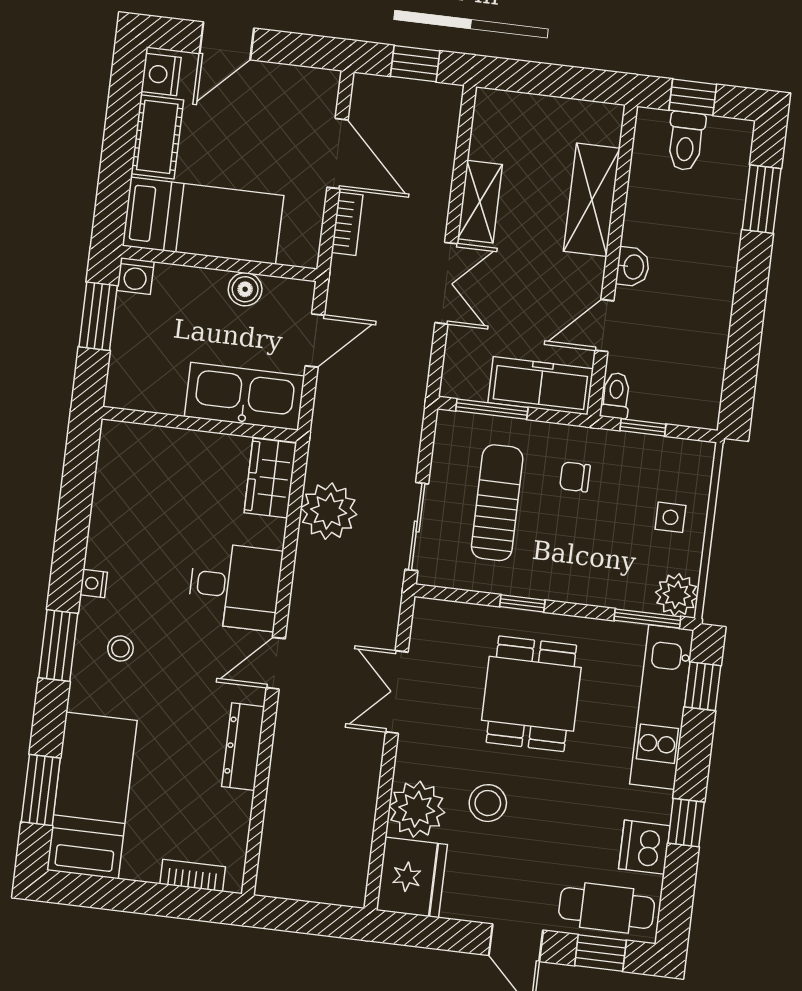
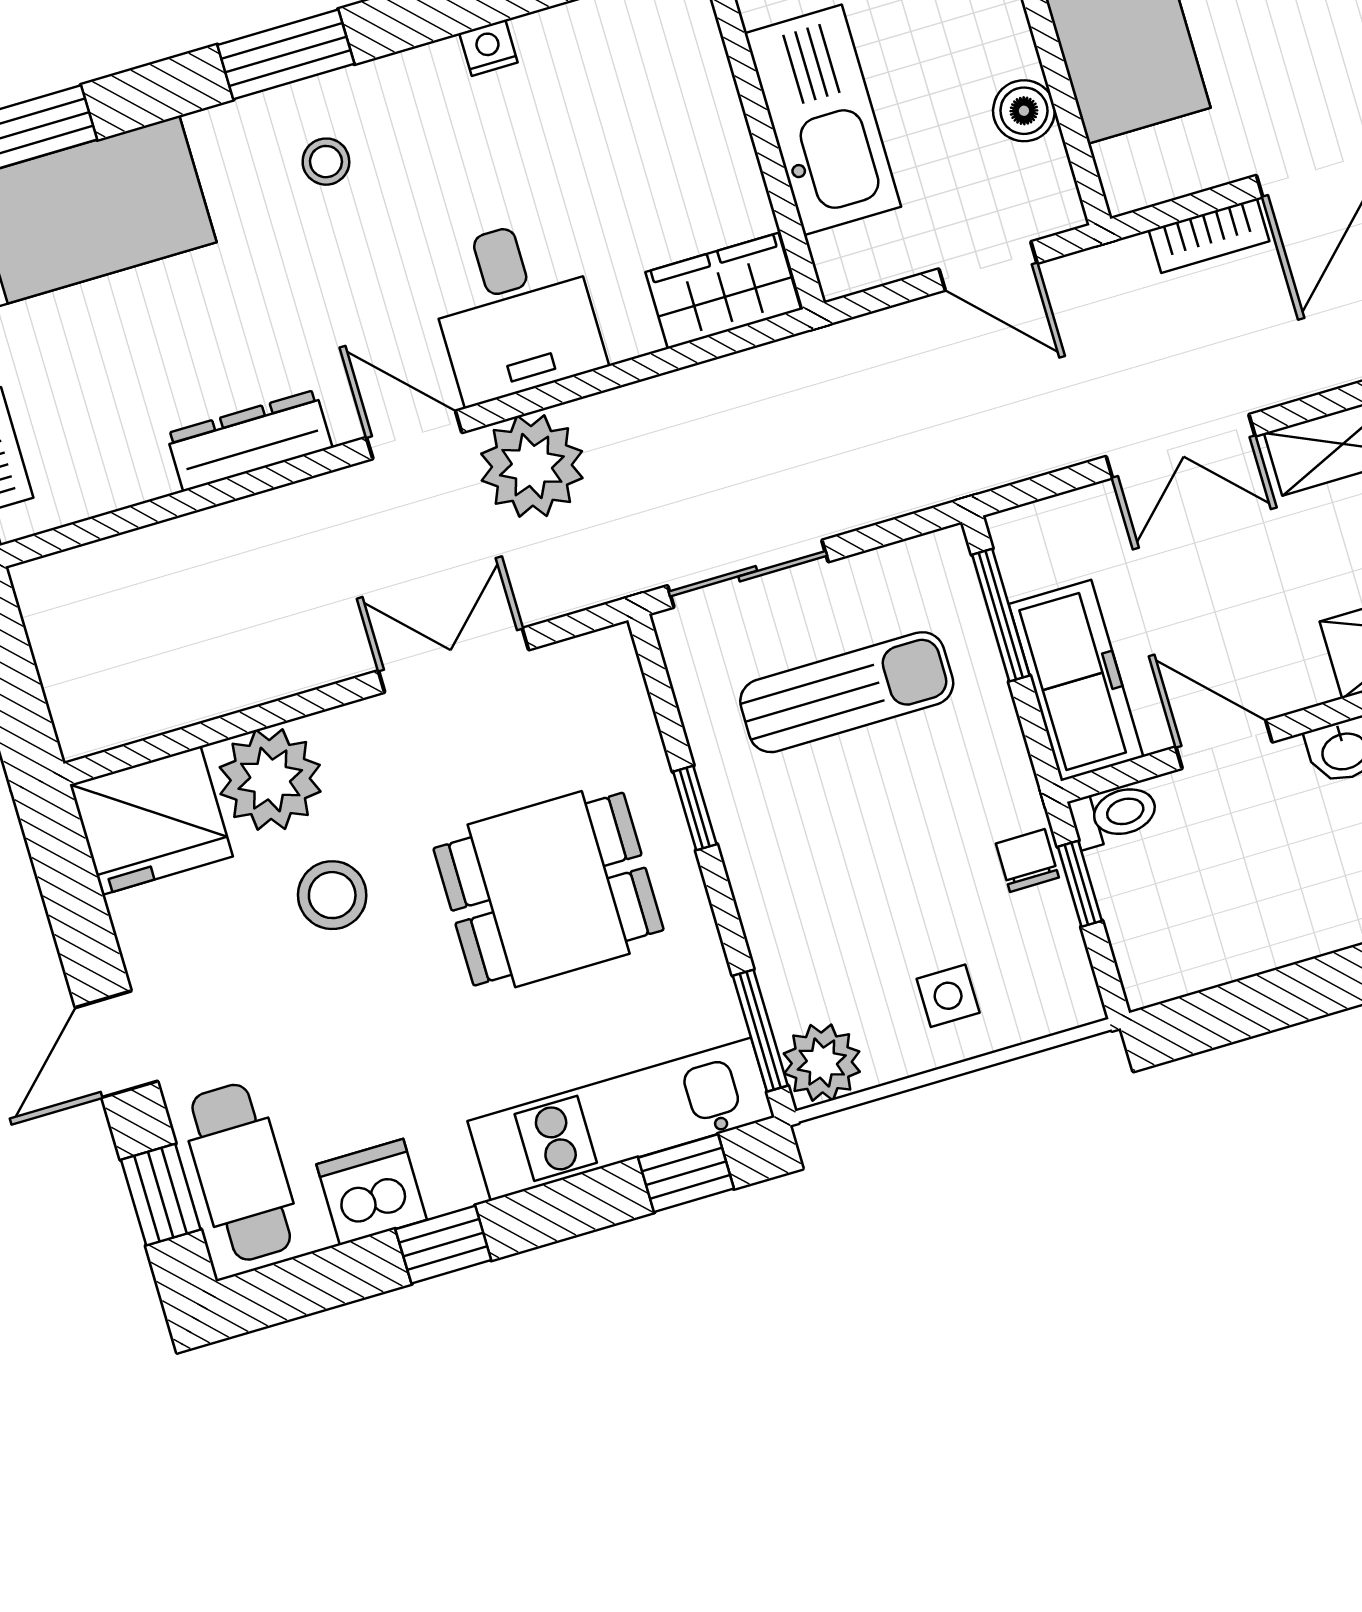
kitchen sink: (245, 396) -> (823, 120), moved
chair: (575, 477) -> (1027, 861), moved
plant: (329, 511) -> (532, 466), moved
nightstand: (94, 583) -> (488, 48), moved

